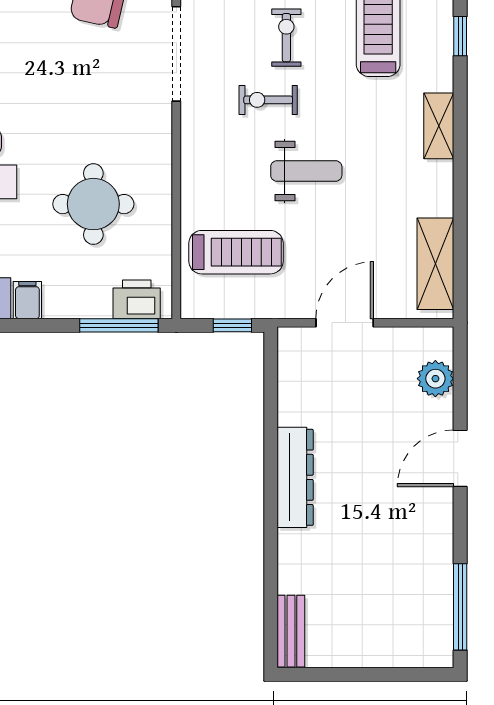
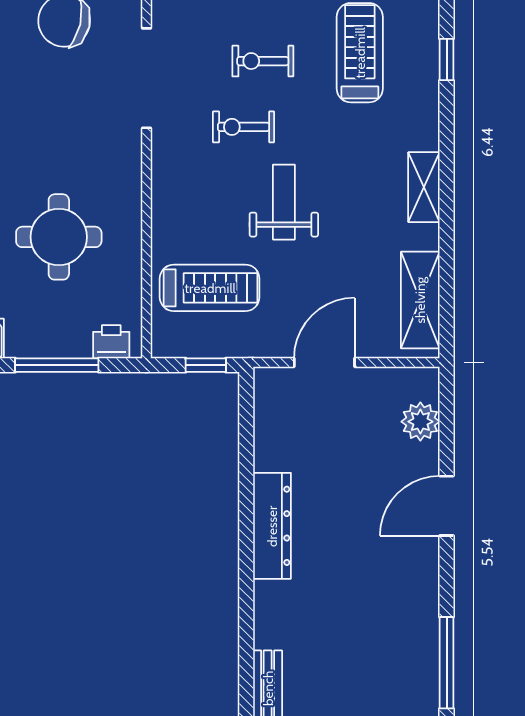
exercise bike: (286, 38) -> (263, 61), turned -90
shelving: (439, 126) -> (424, 187), moved
weight bench: (306, 171) -> (284, 202), turned -90
printer: (137, 299) -> (111, 342), width x0.73, depth x0.81
window: (119, 325) -> (57, 365), moved

